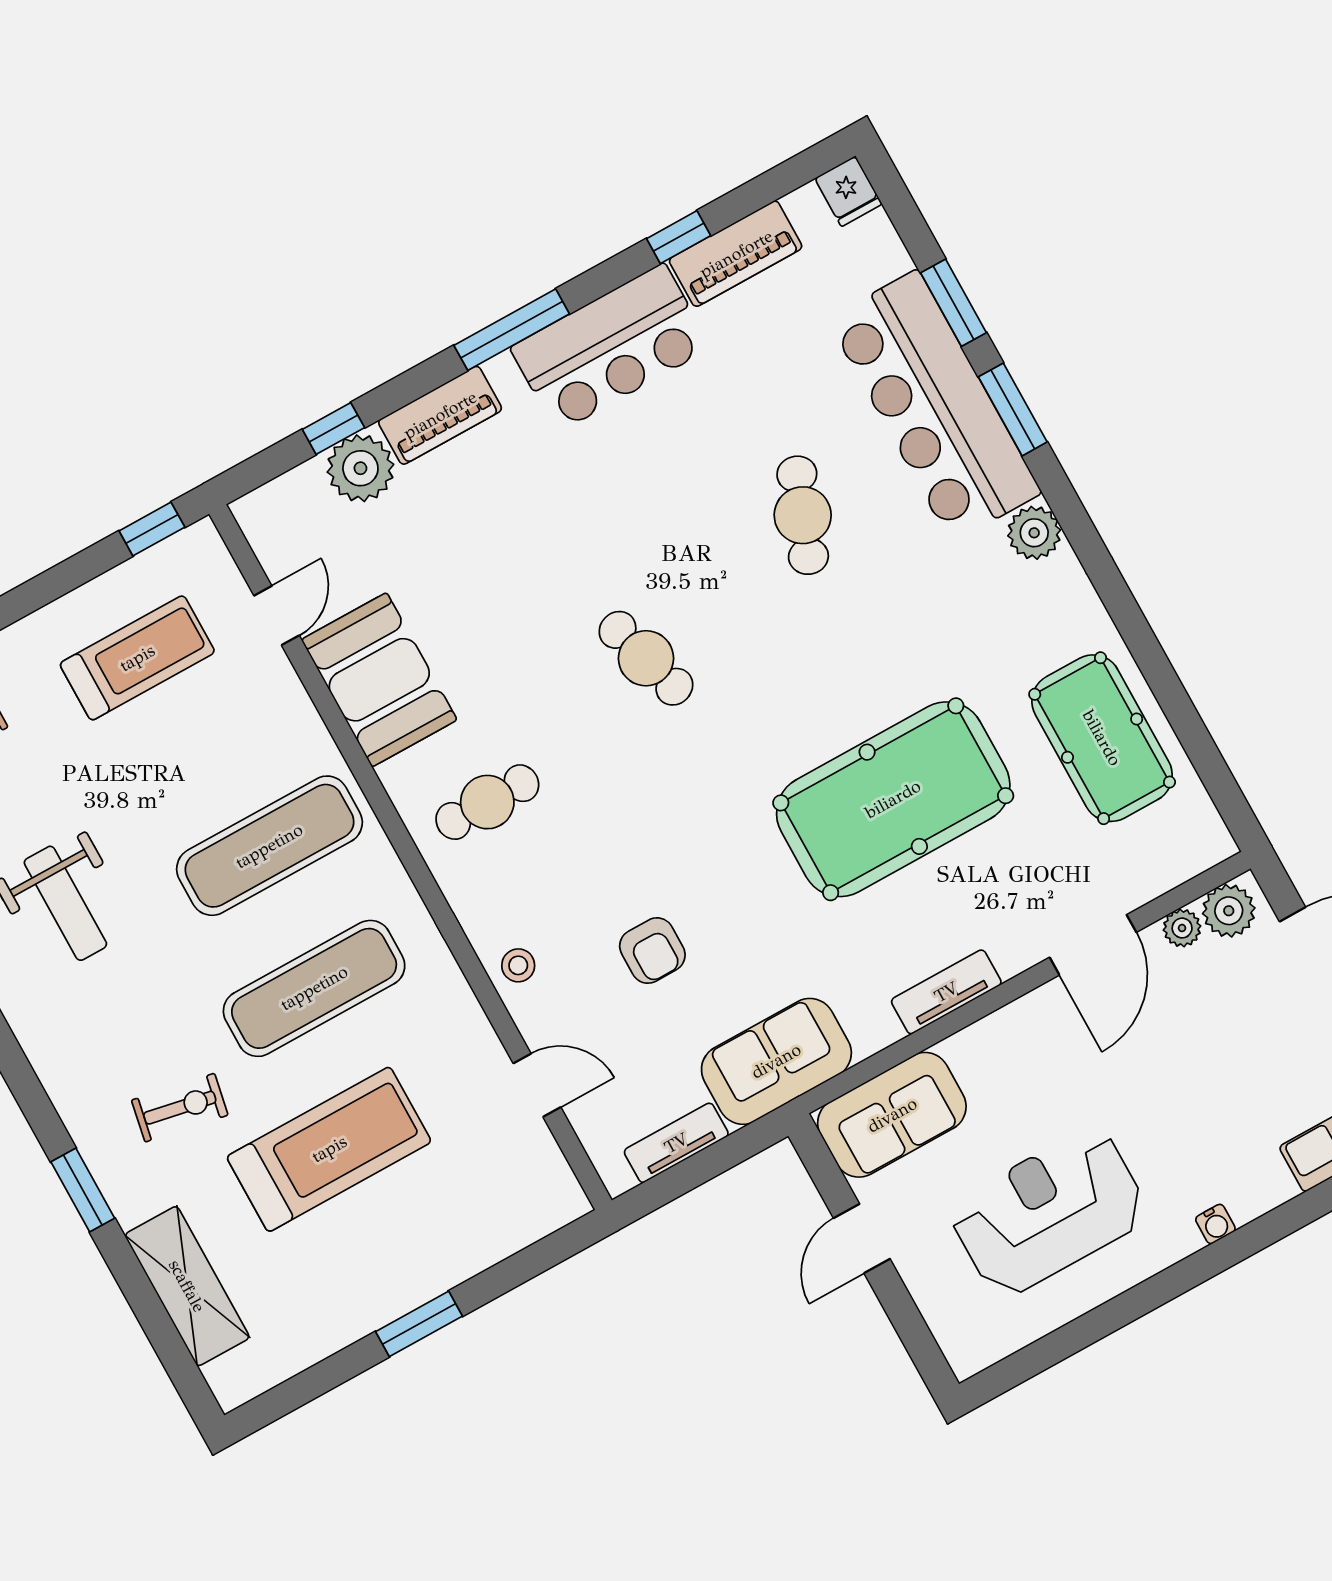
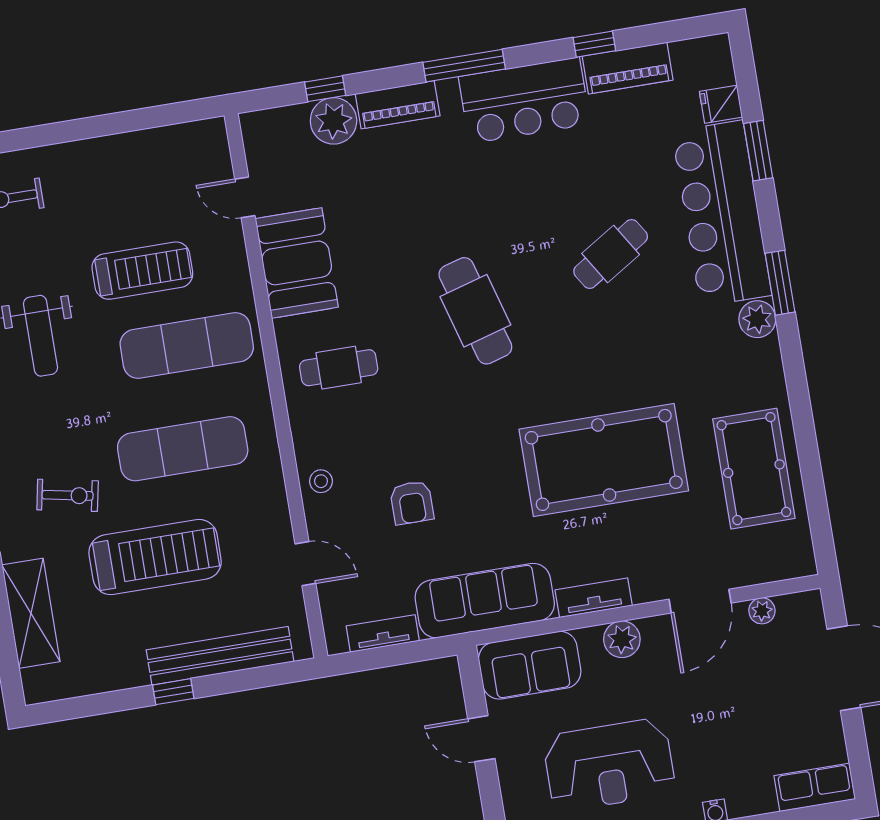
fridge: (848, 191) -> (721, 104), moved, turned 90
window: (1013, 409) -> (780, 283), moved
cafe table: (803, 515) -> (611, 254), turned 37
window: (152, 529) -> (184, 112), removed
door: (277, 616) -> (245, 197), swing flipped
treadmill: (137, 658) -> (142, 271), moved
cafe table: (646, 658) -> (475, 311), width x1.37, depth x1.35
plant: (1229, 911) -> (622, 639), moved
sofa: (776, 1061) -> (485, 601), width x1.36
reception desk: (1049, 1212) -> (609, 765), turned 180
door: (862, 1238) -> (481, 739), hinge flipped
bench: (465, 1252) -> (220, 656), added
window: (419, 1324) -> (173, 692), width x0.67

